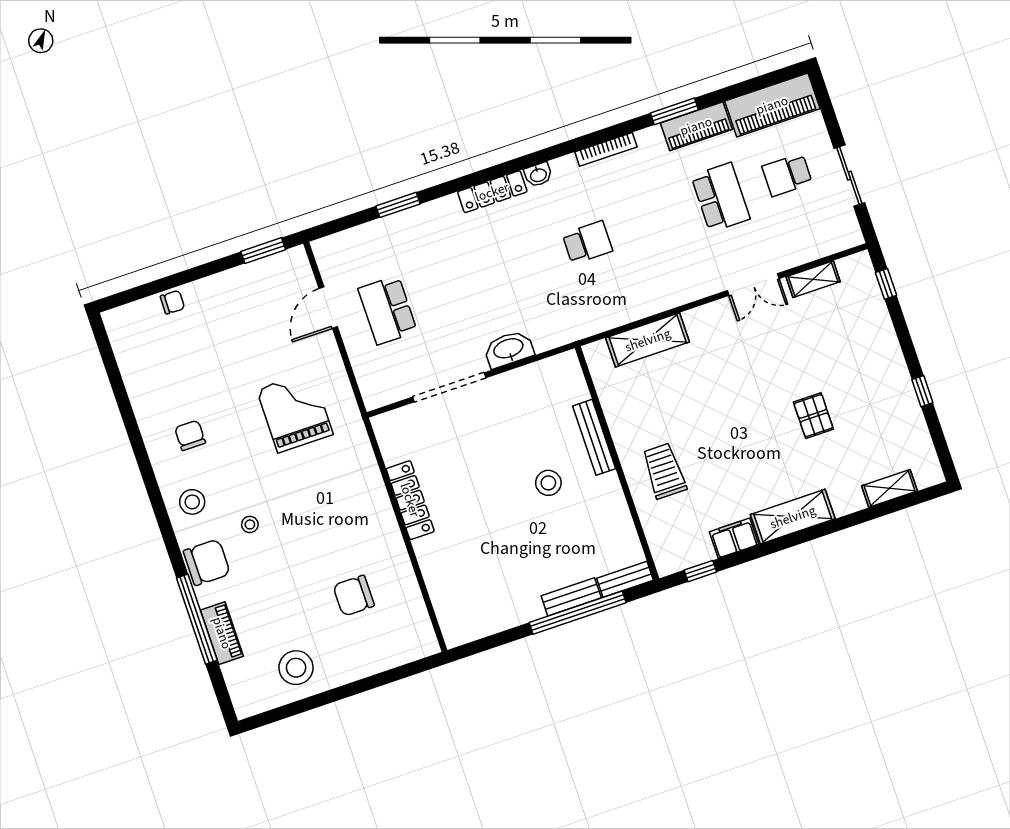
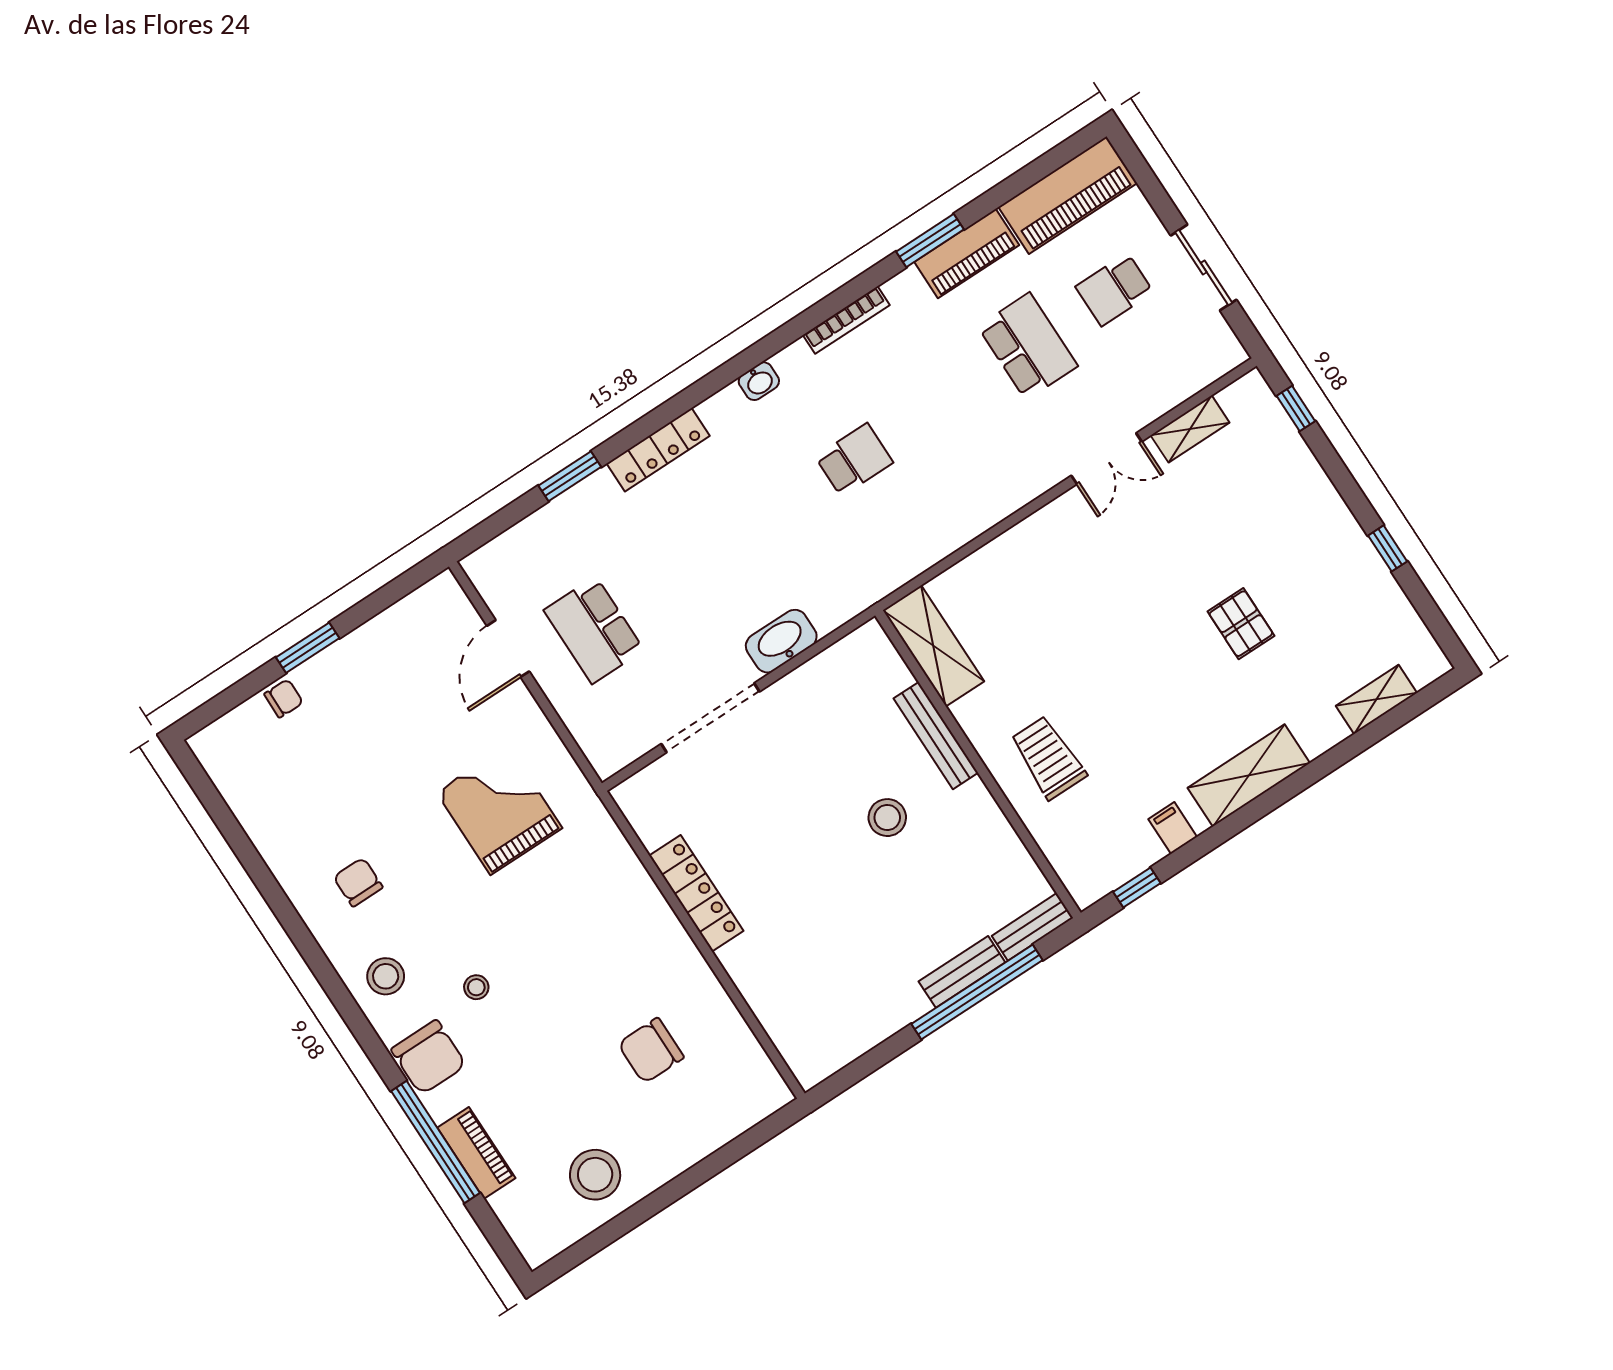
locker: (492, 192) -> (658, 450), moved
window: (263, 251) -> (308, 648), moved
shelving: (648, 340) -> (933, 646), moved, turned 90
filing cabinet: (734, 538) -> (1173, 828), width x0.50
chair: (207, 562) -> (429, 1057), turned 90

